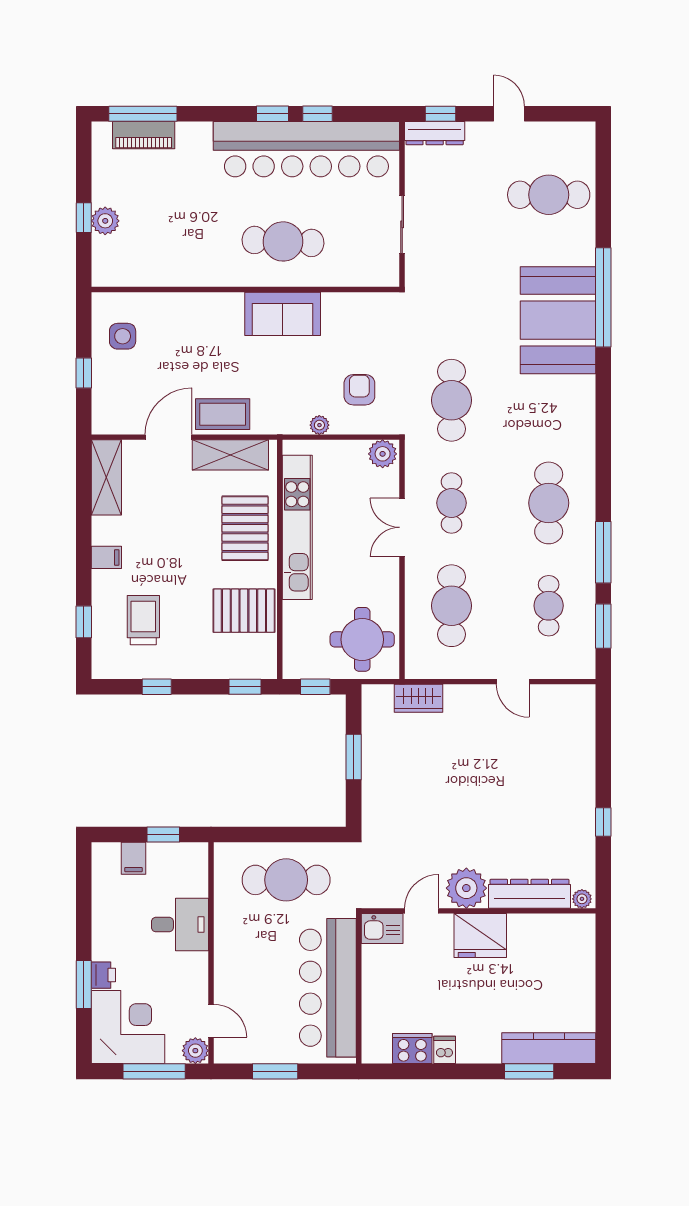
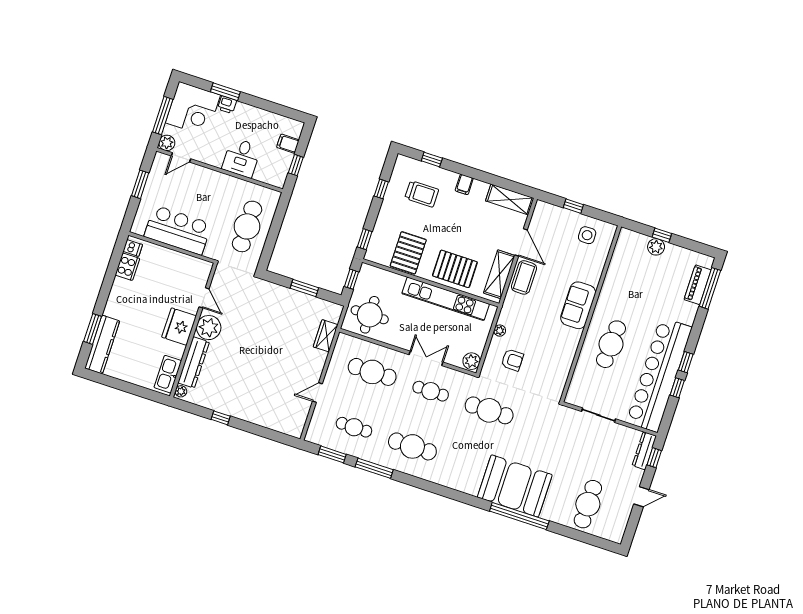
sofa: (283, 314) -> (578, 305), moved
kitchen sink: (382, 929) -> (168, 374), moved, width x1.38
bar counter: (328, 988) -> (178, 230), width x0.73
dishwasher: (445, 1050) -> (133, 248), moved

